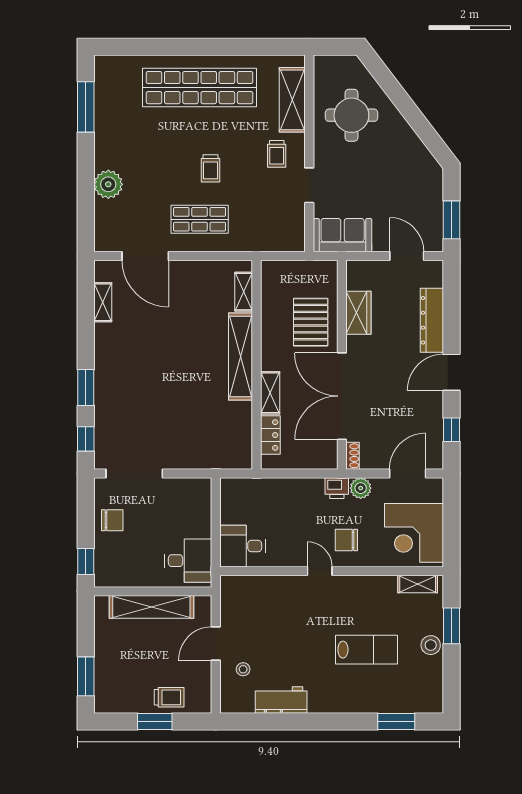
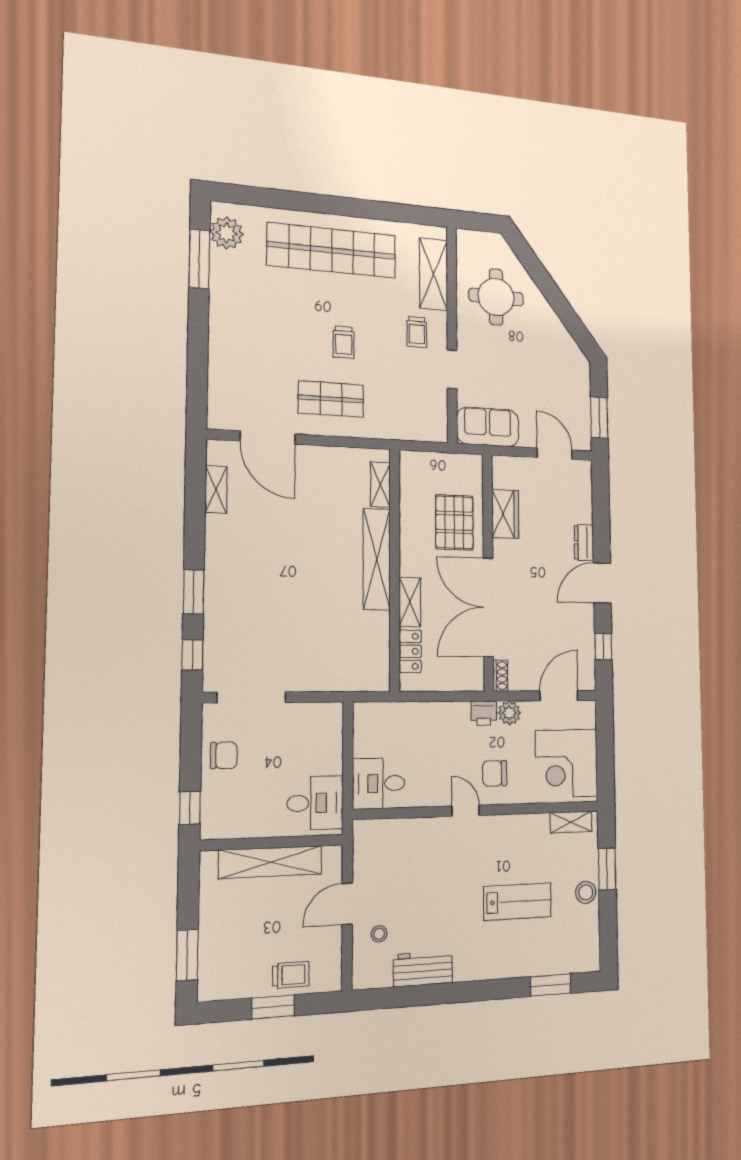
plant: (108, 184) -> (227, 233), moved
dresser: (432, 320) -> (584, 543), width x0.51, depth x0.80

